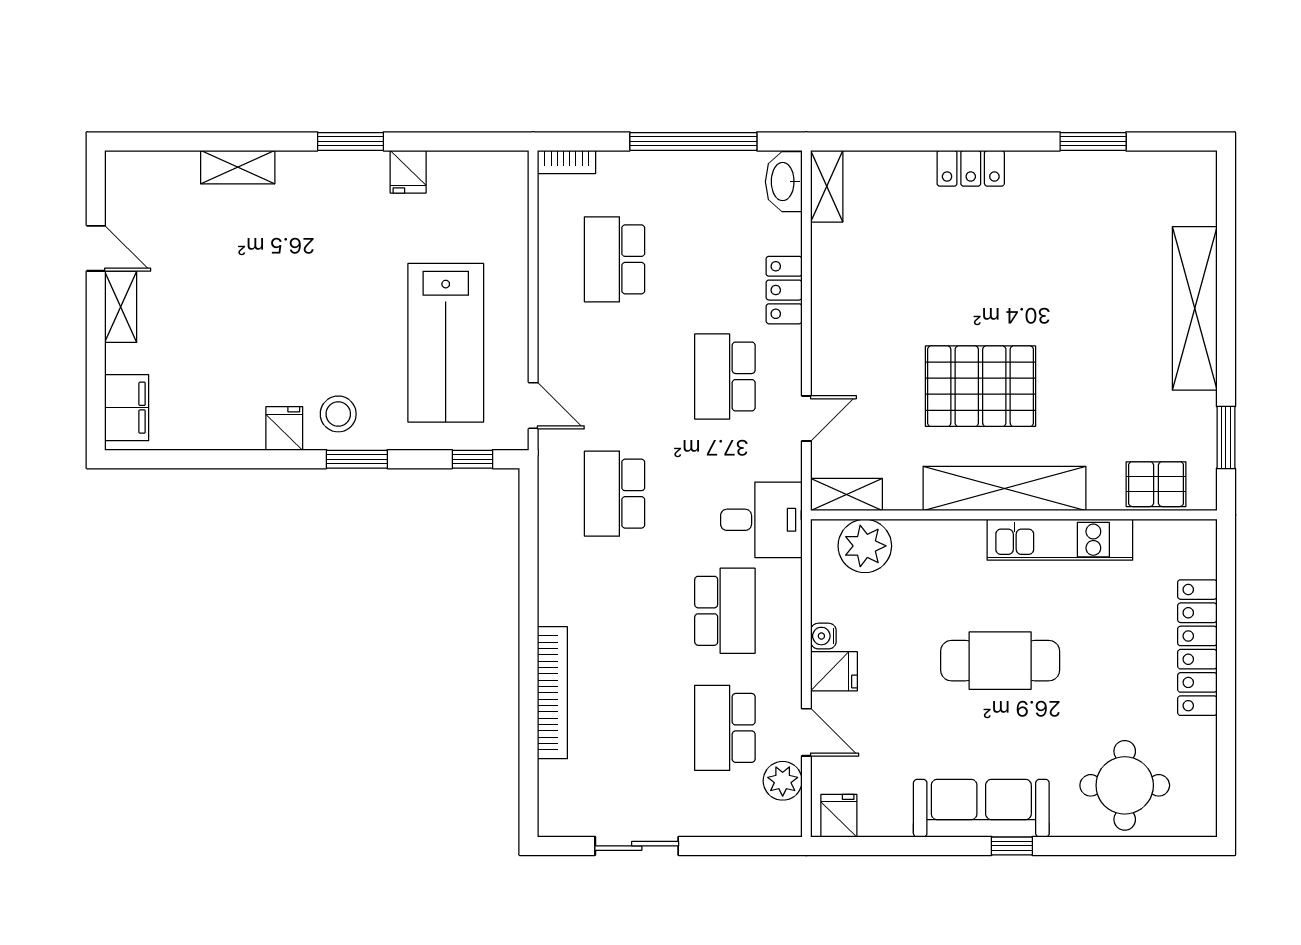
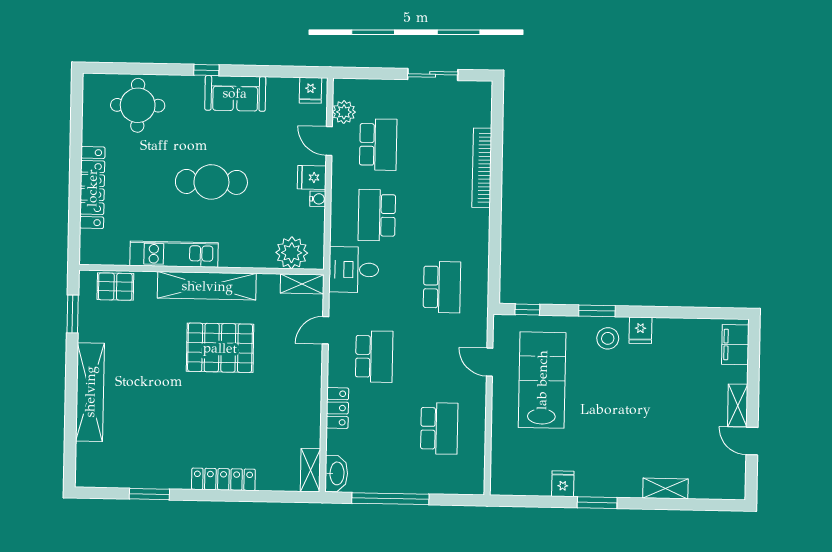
bookcase: (567, 162) -> (467, 488), removed
locker: (971, 168) -> (223, 479), width x1.53
door: (533, 406) -> (490, 362), moved
sofa: (981, 808) -> (235, 93), width x0.73

